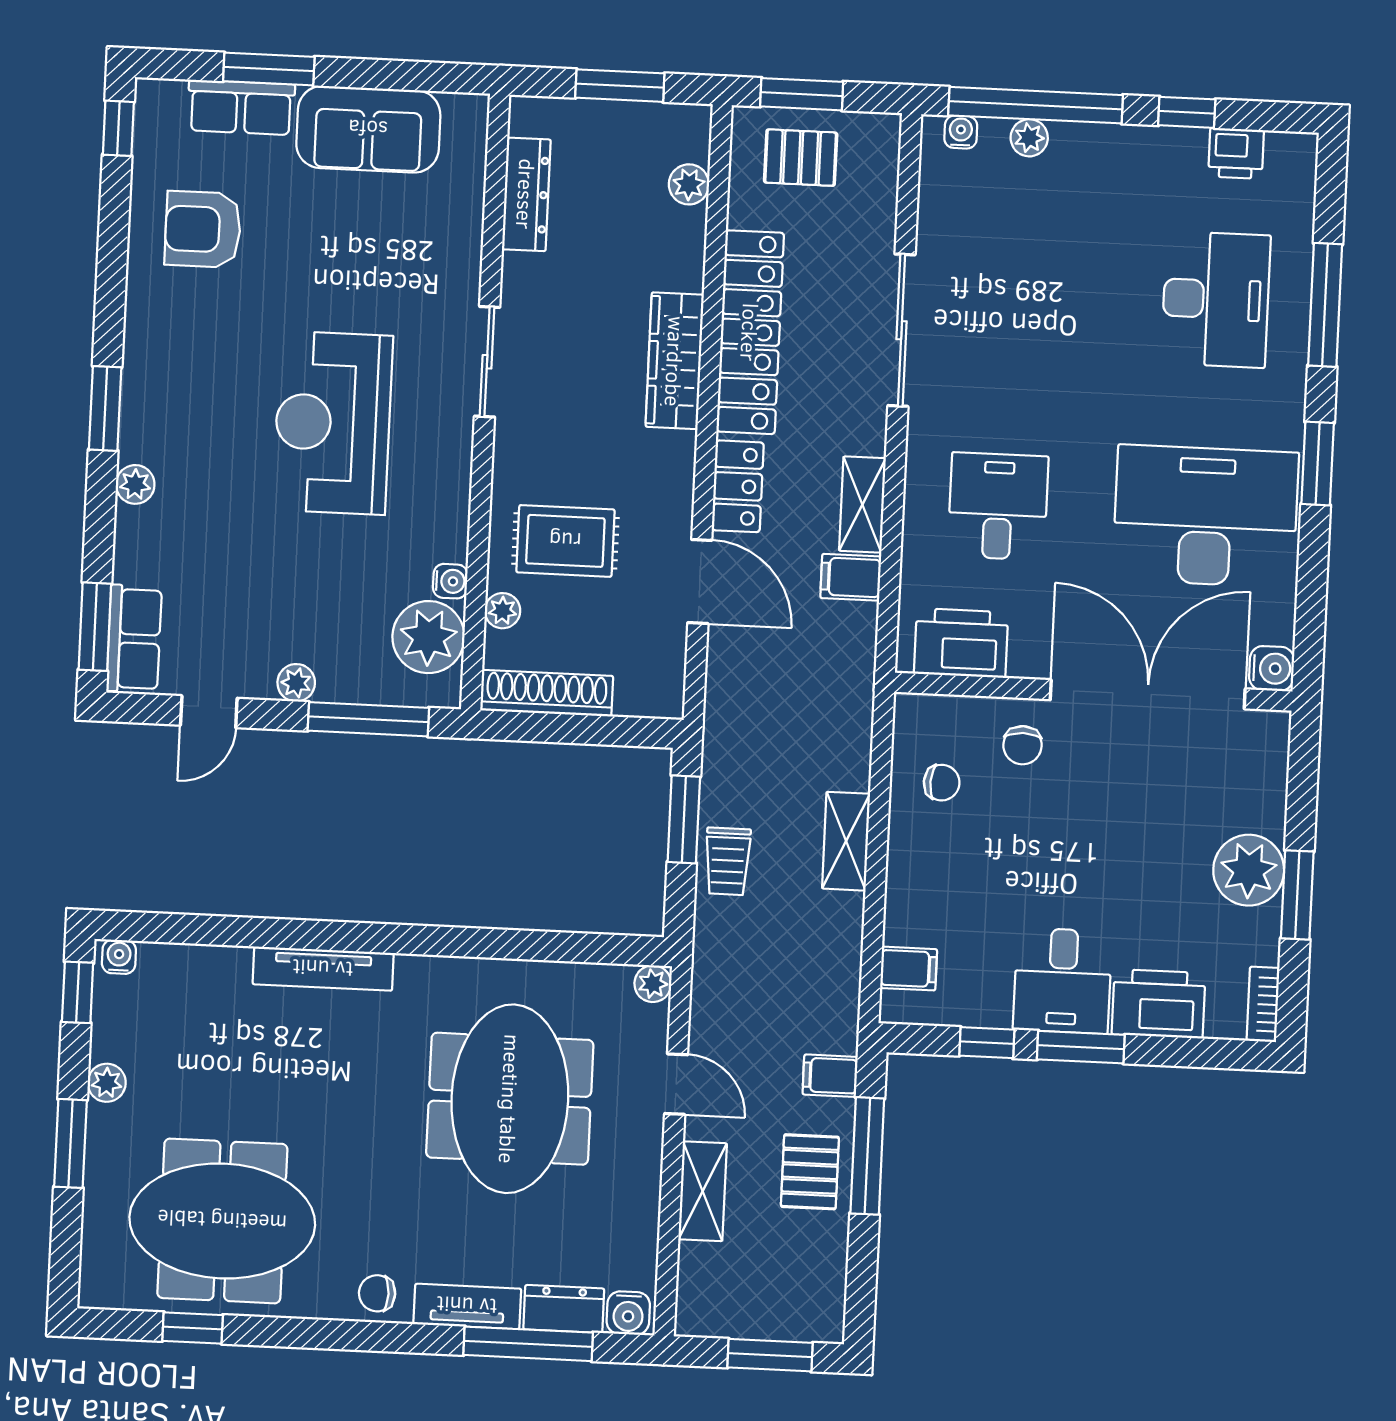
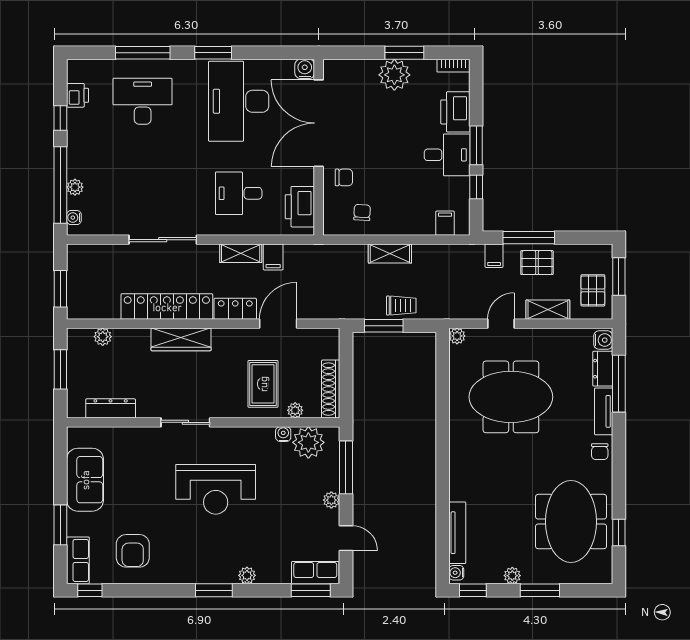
row of seats: (241, 107) -> (78, 560), moved
pallet: (801, 158) -> (593, 290), moved
tv unit: (323, 969) -> (457, 533), moved

